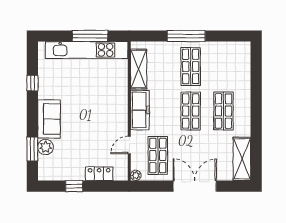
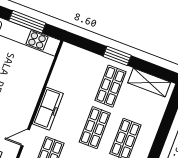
window: (186, 36) -> (117, 56), width x0.69
shelving: (139, 69) -> (149, 82), moved, turned 90

